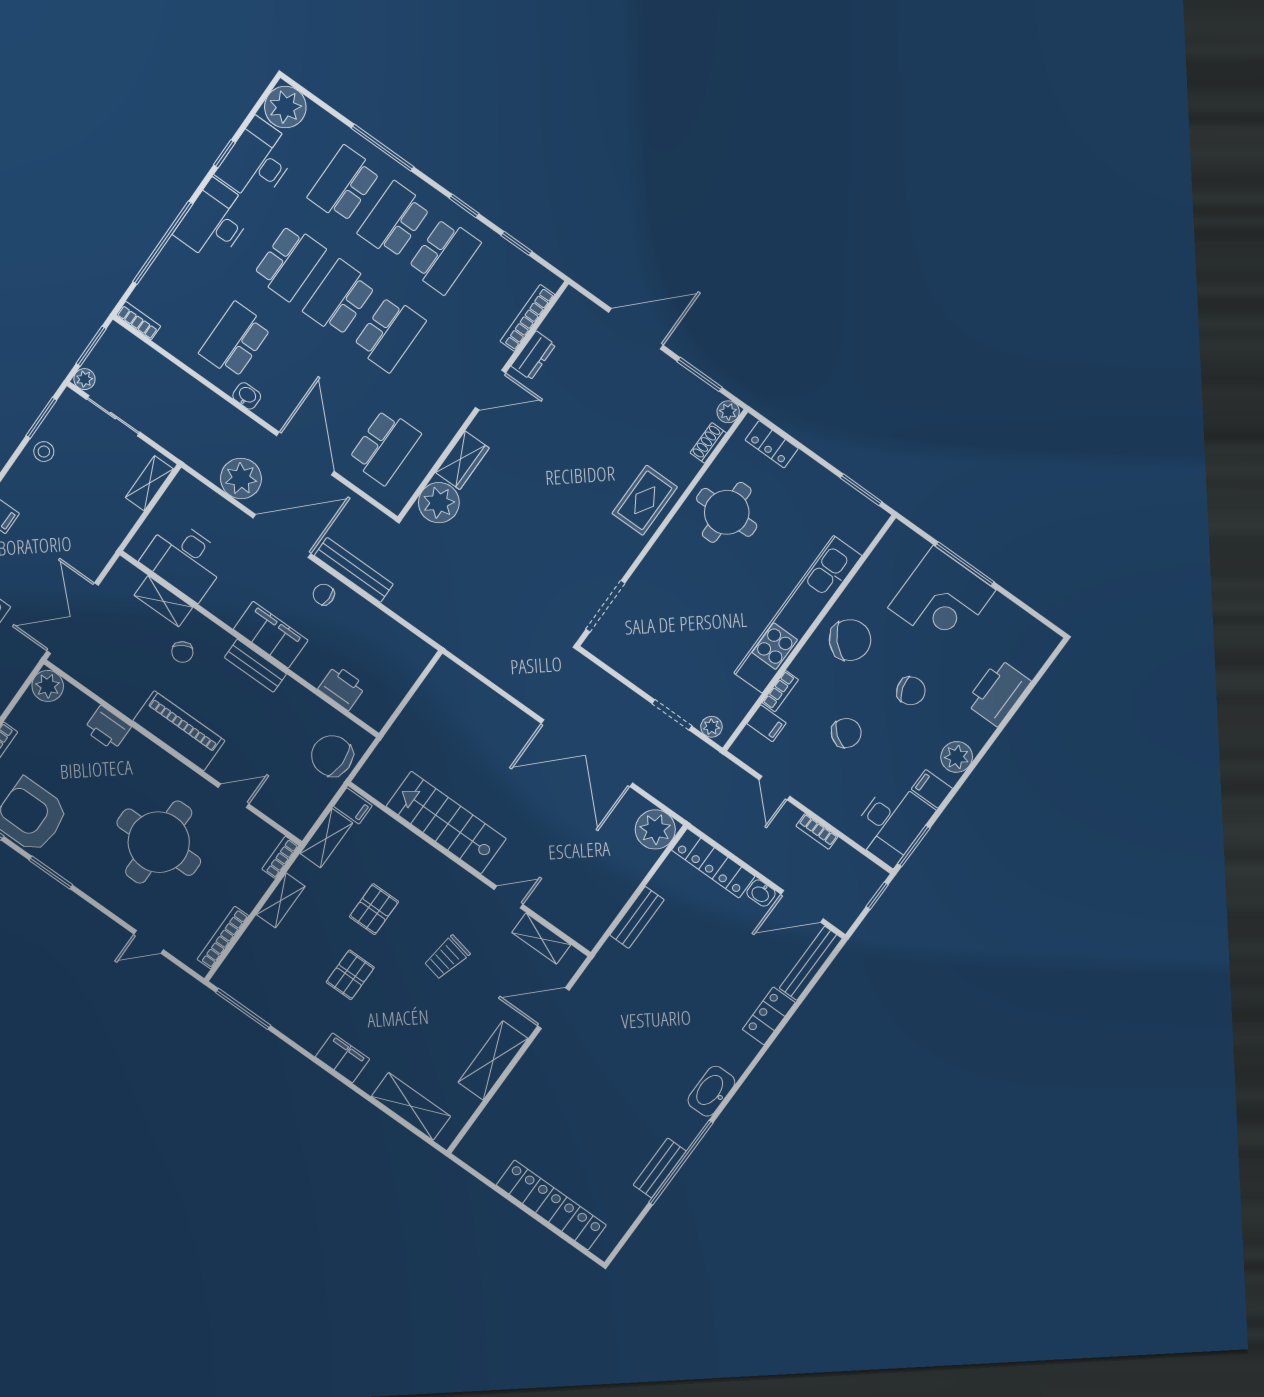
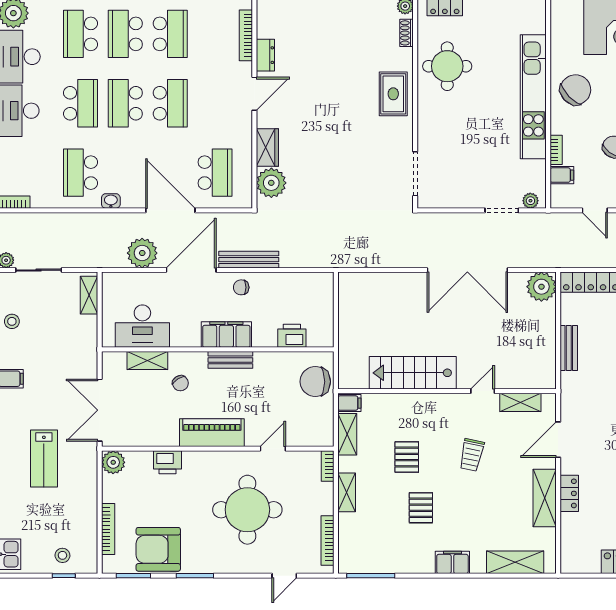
locker: (524, 1075) -> (569, 493), added

